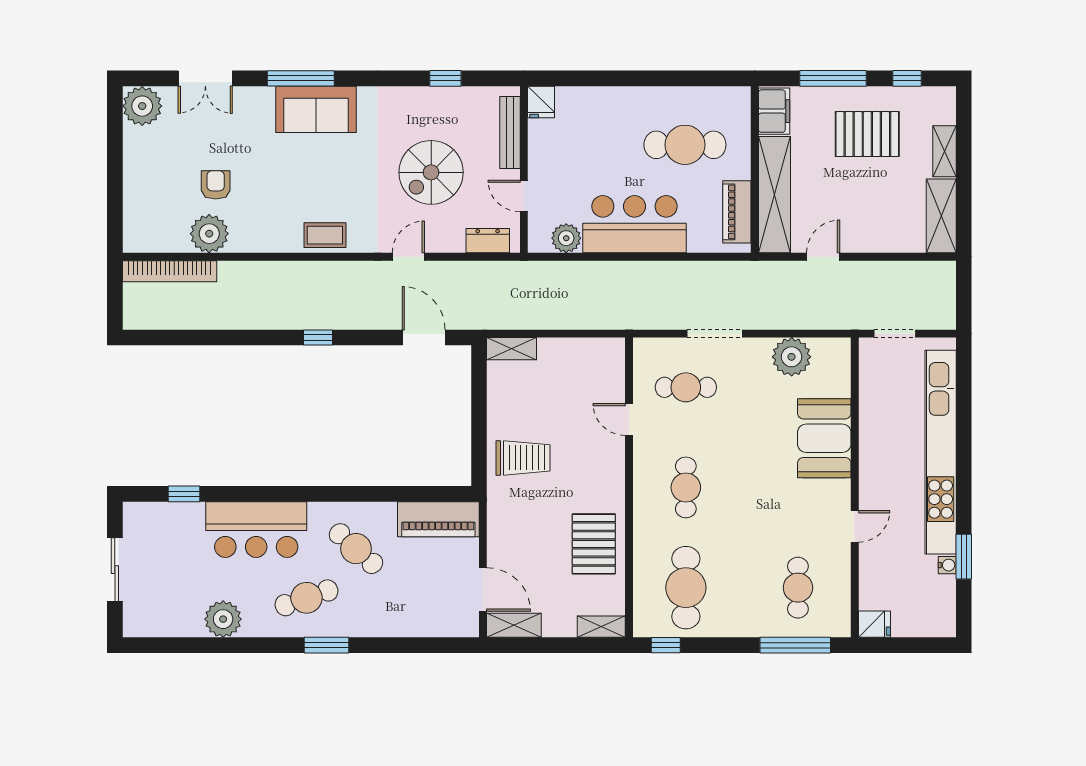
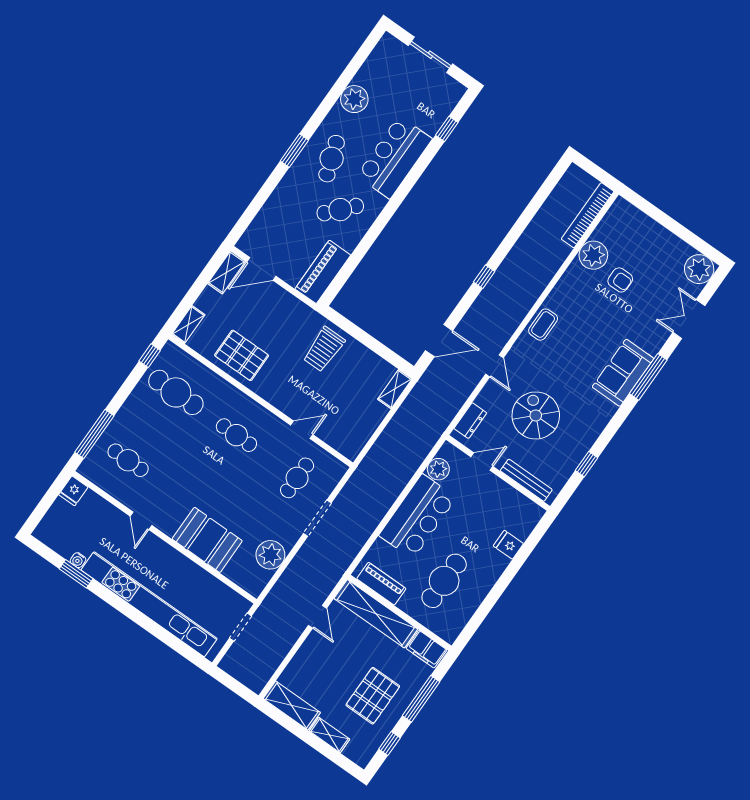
fridge: (541, 102) -> (508, 545), moved

